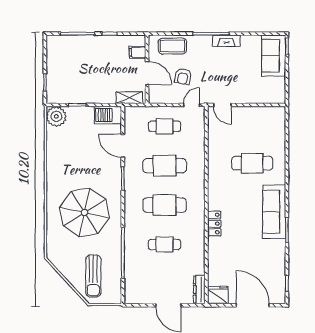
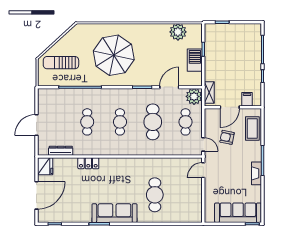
sofa: (274, 56) -> (238, 213), width x1.36
barbecue: (108, 115) -> (195, 60), moved
plant: (56, 116) -> (178, 32), moved
plant: (134, 116) -> (194, 96), added
cafe table: (165, 205) -> (120, 122), width x0.73, depth x0.74
locker: (214, 224) -> (88, 163), moved
dresser: (199, 290) -> (61, 151), moved

